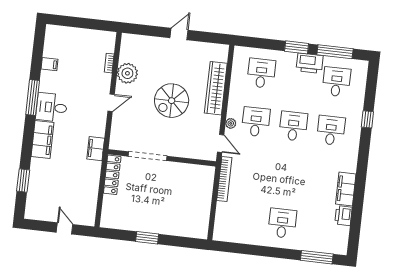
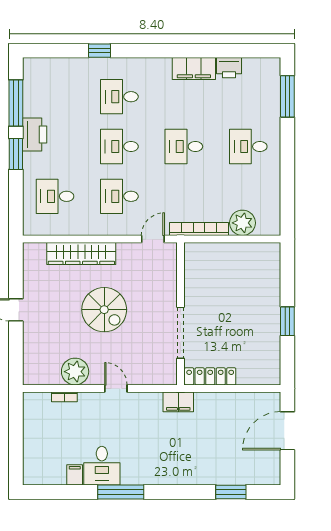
desk: (336, 82) -> (184, 147), moved
desk: (52, 107) -> (102, 466), moved
plant: (231, 123) -> (242, 223), moved, width x1.87, depth x1.87
filing cabinet: (43, 139) -> (174, 473), removed
door: (64, 228) -> (287, 431), width x1.87

